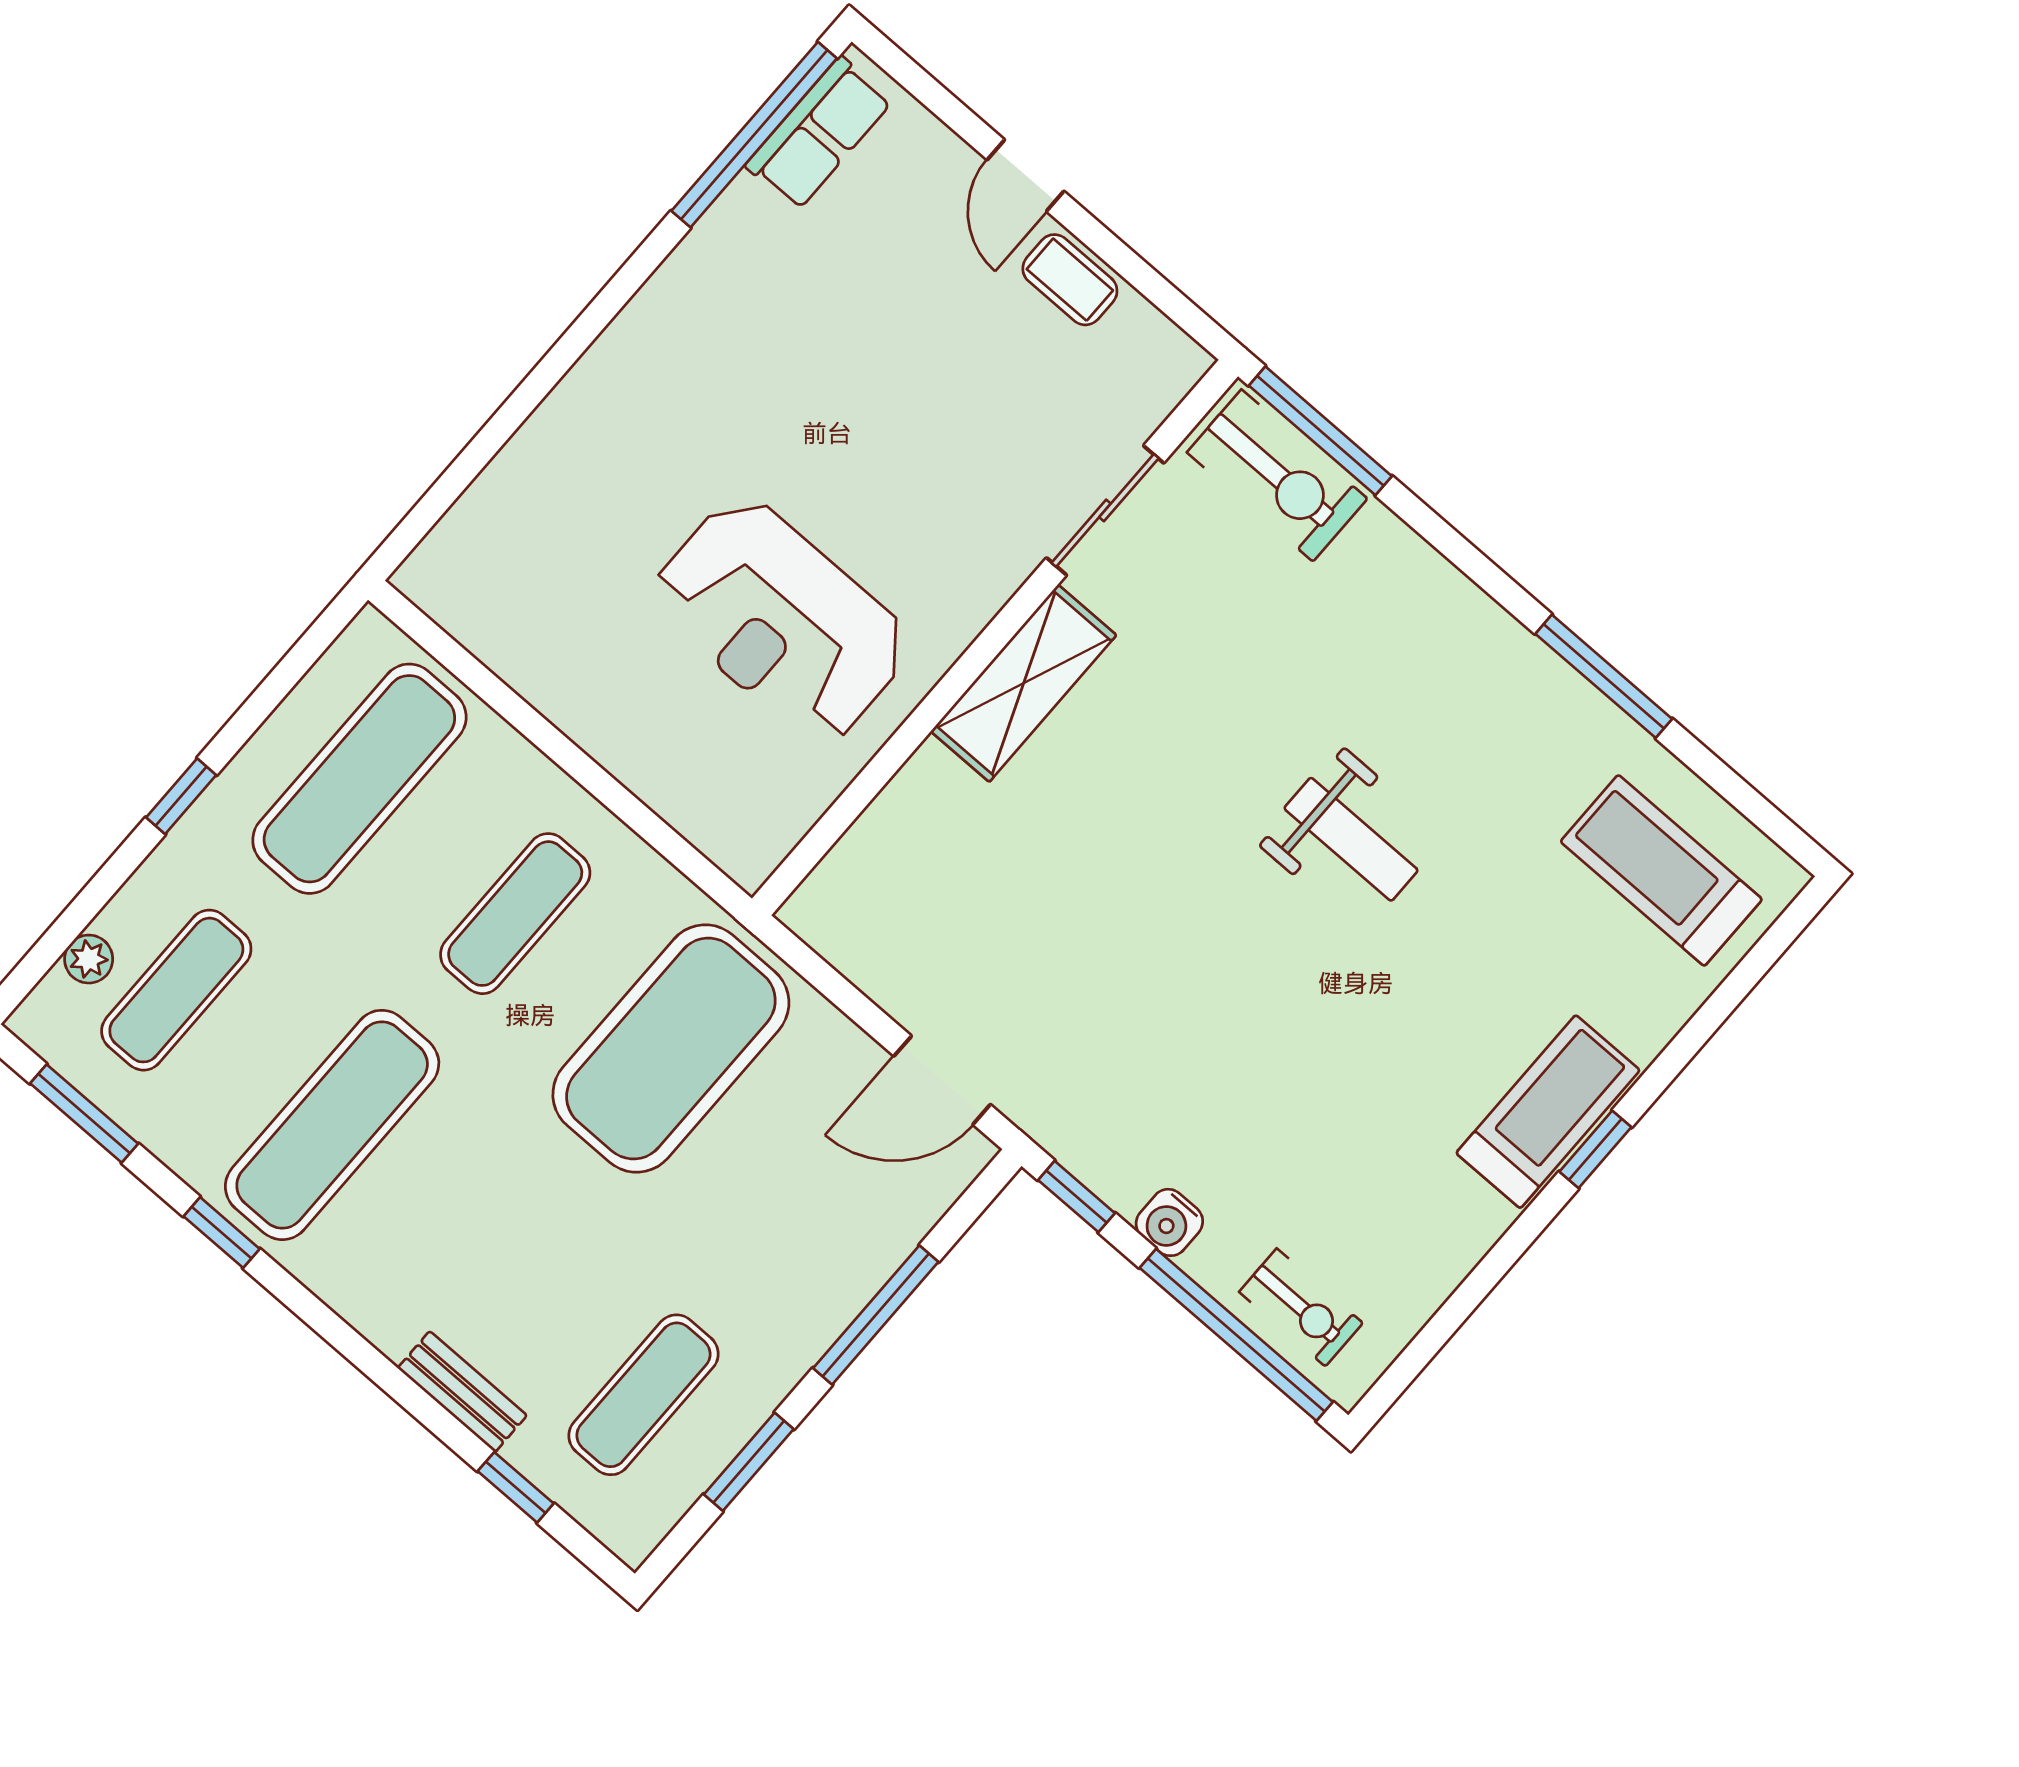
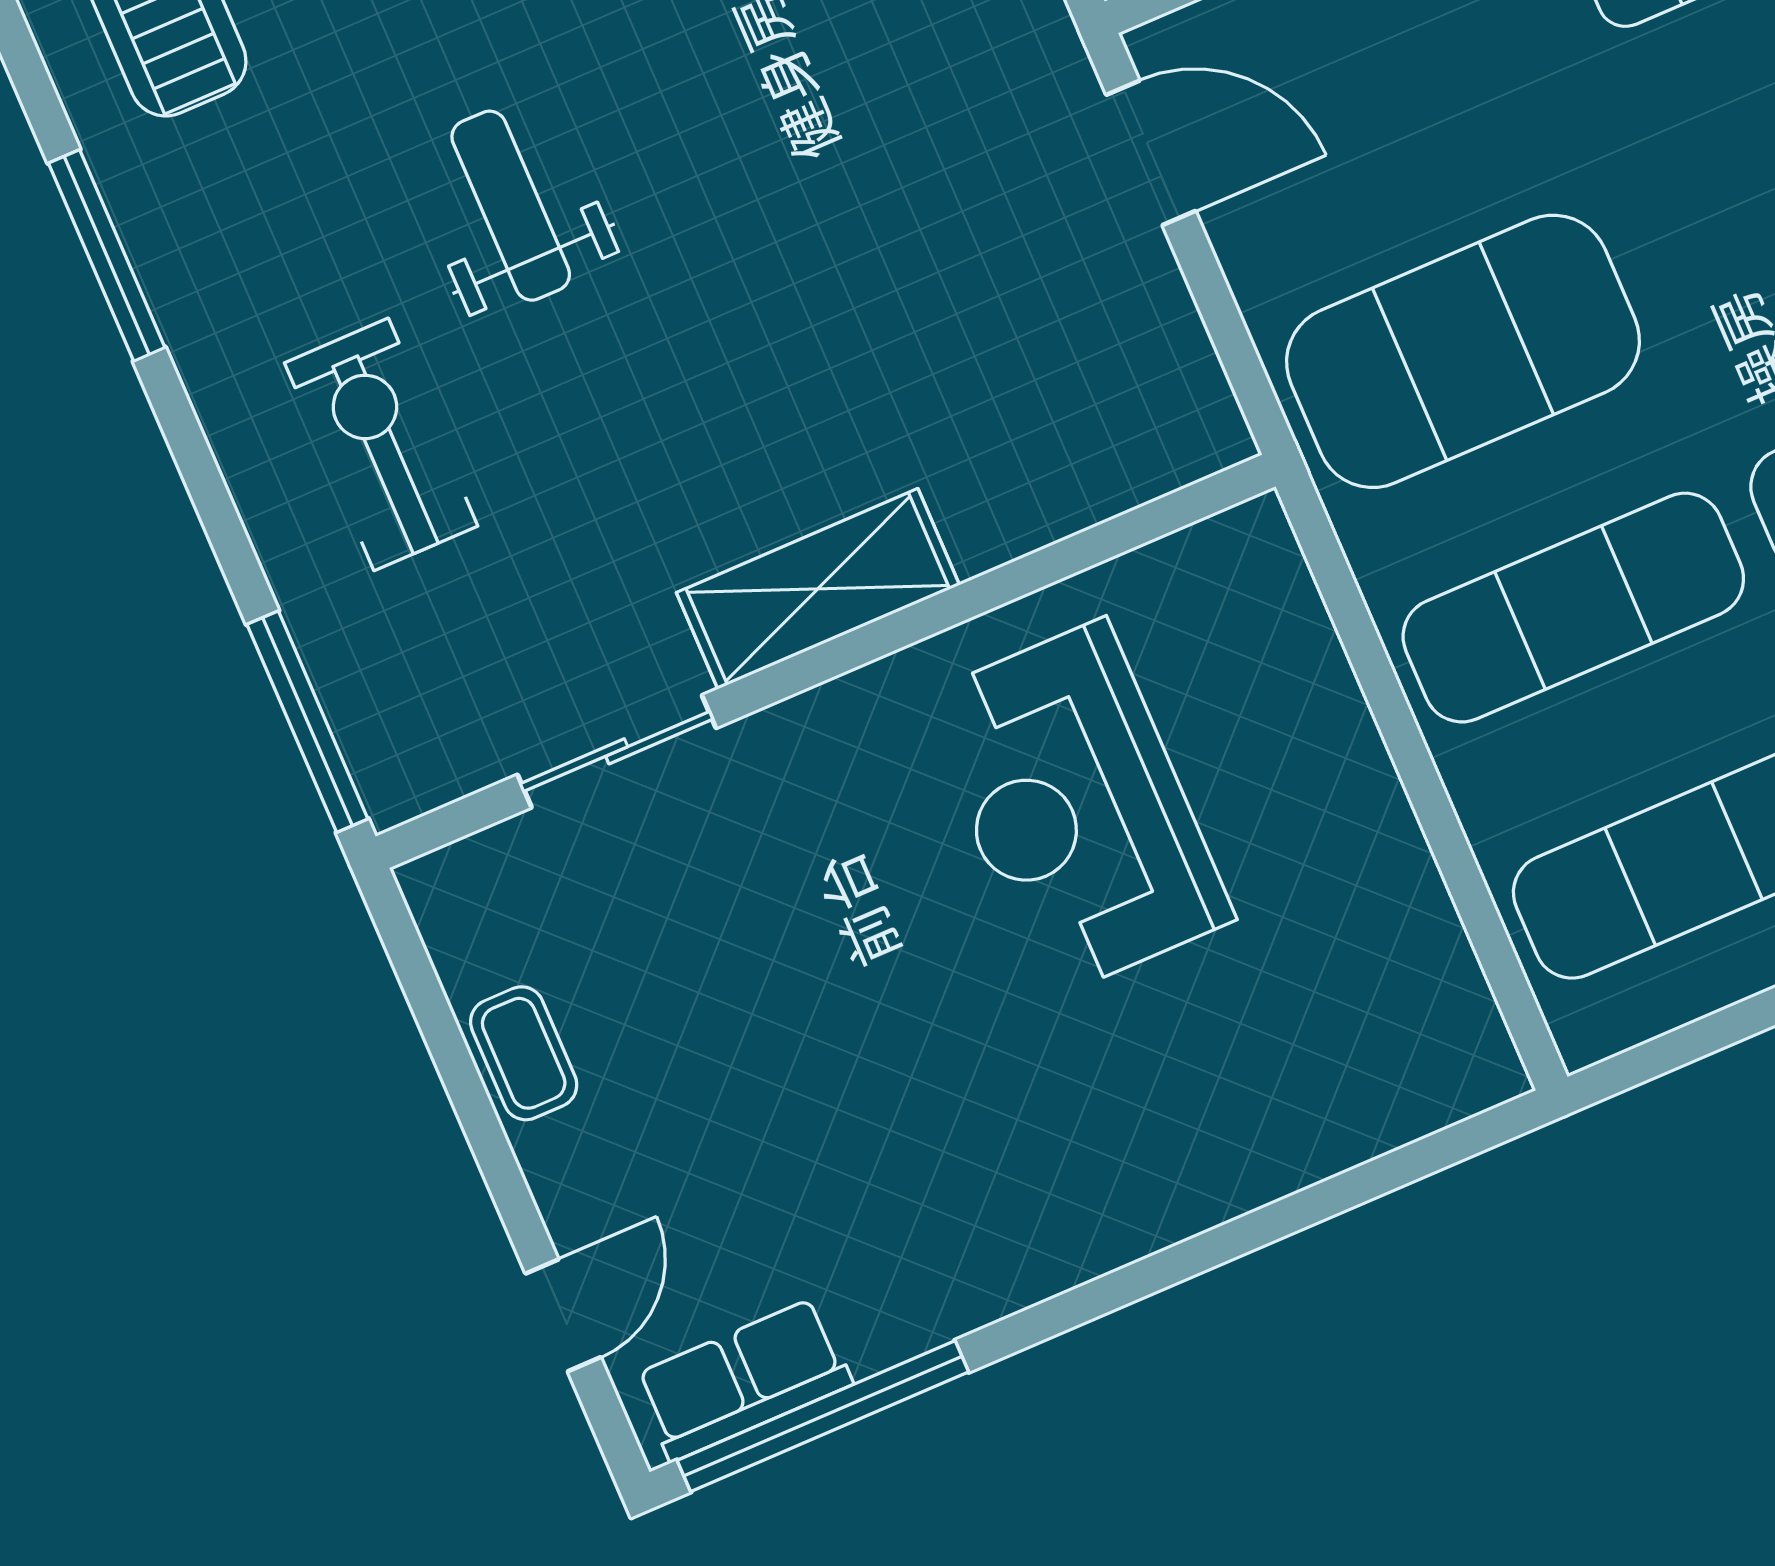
door: (1026, 175) -> (563, 1315), moved
exercise bike: (1277, 475) -> (381, 444), moved
reception desk: (781, 620) -> (1076, 809), turned 180
exercise mat: (515, 914) -> (1573, 608), width x1.36, depth x1.45

